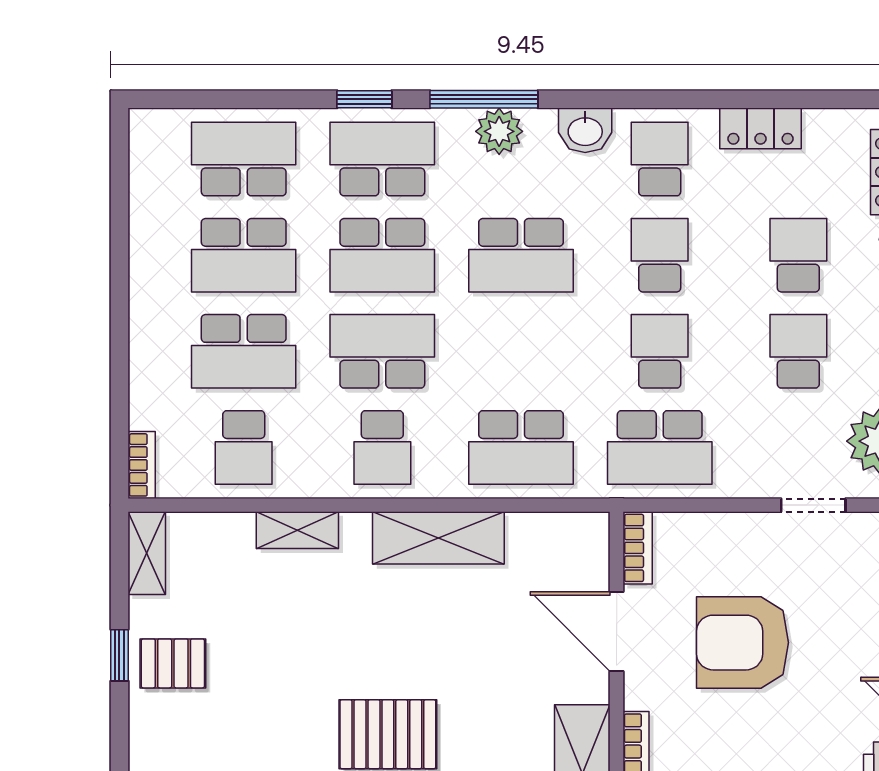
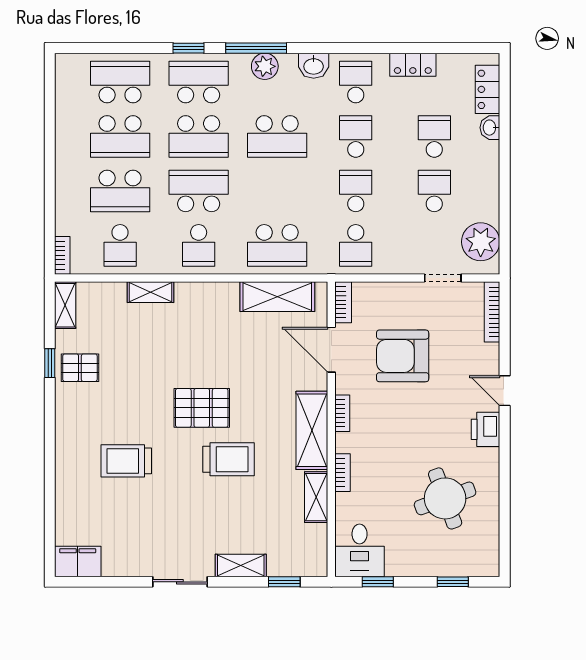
school desk: (660, 447) -> (356, 245), width x0.54
shelving: (438, 538) -> (277, 297), moved

